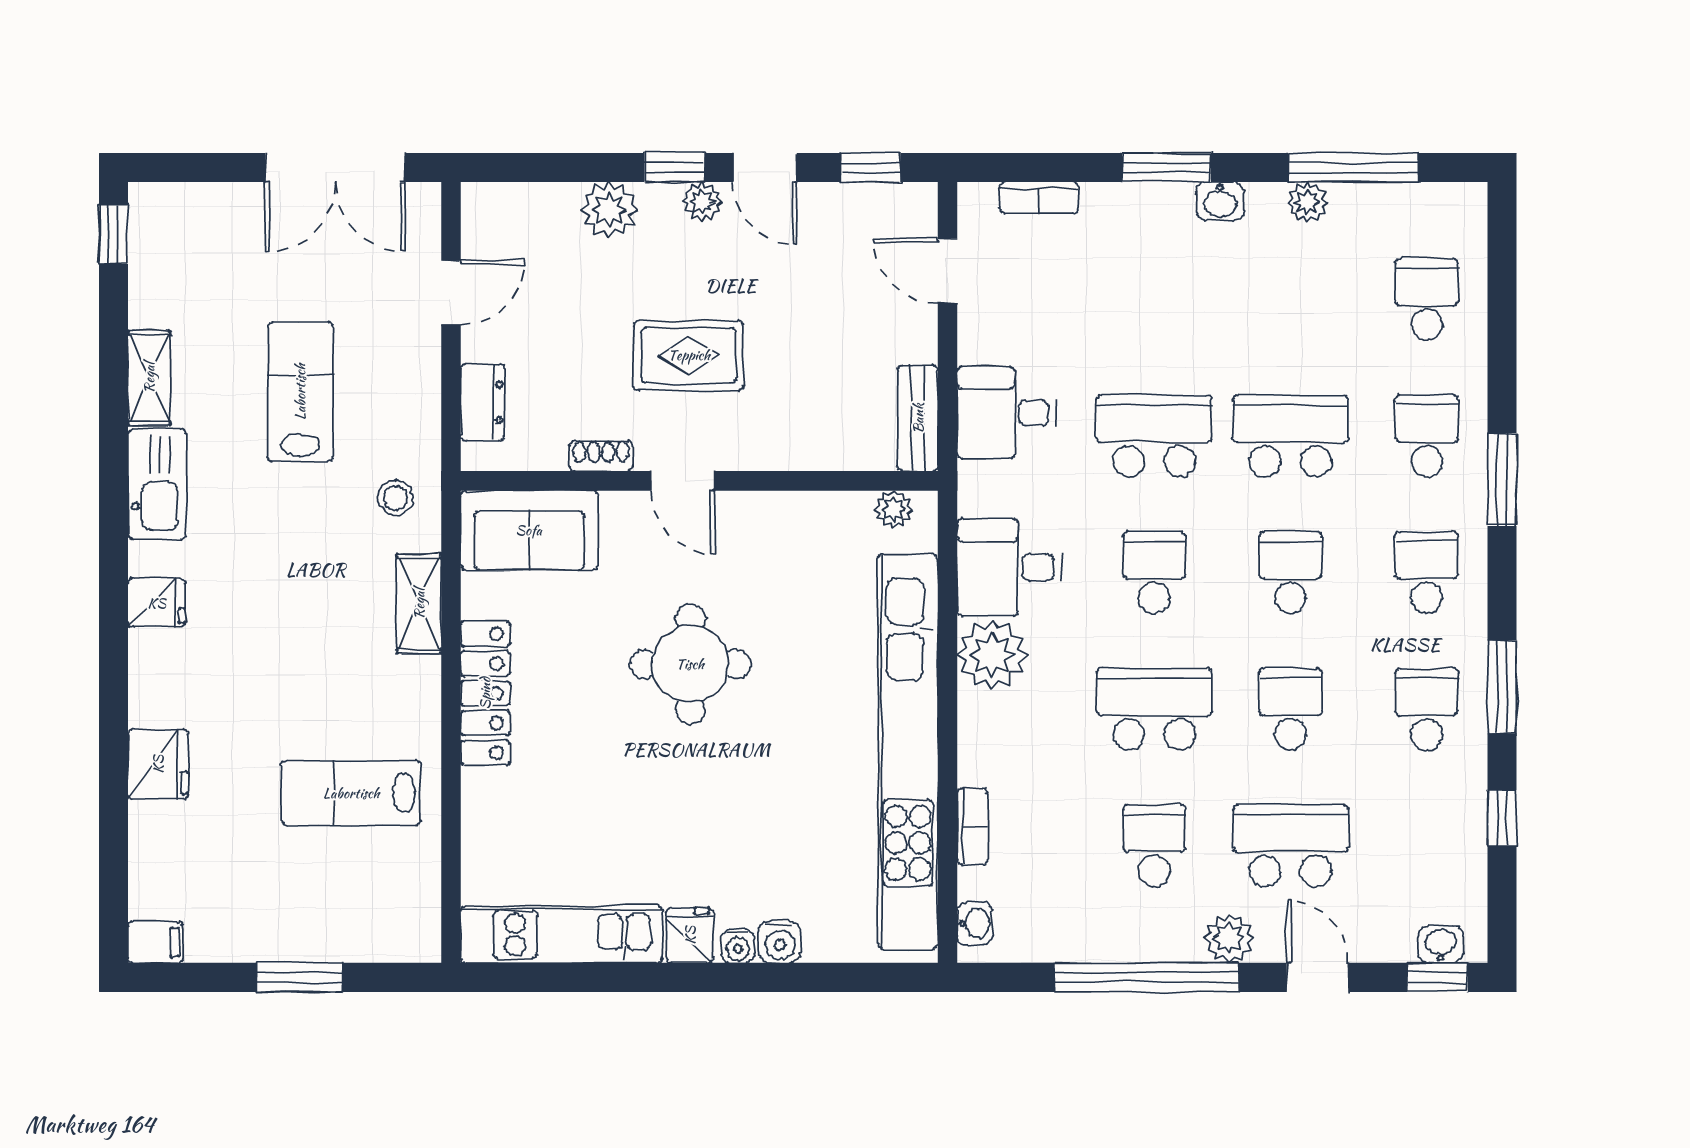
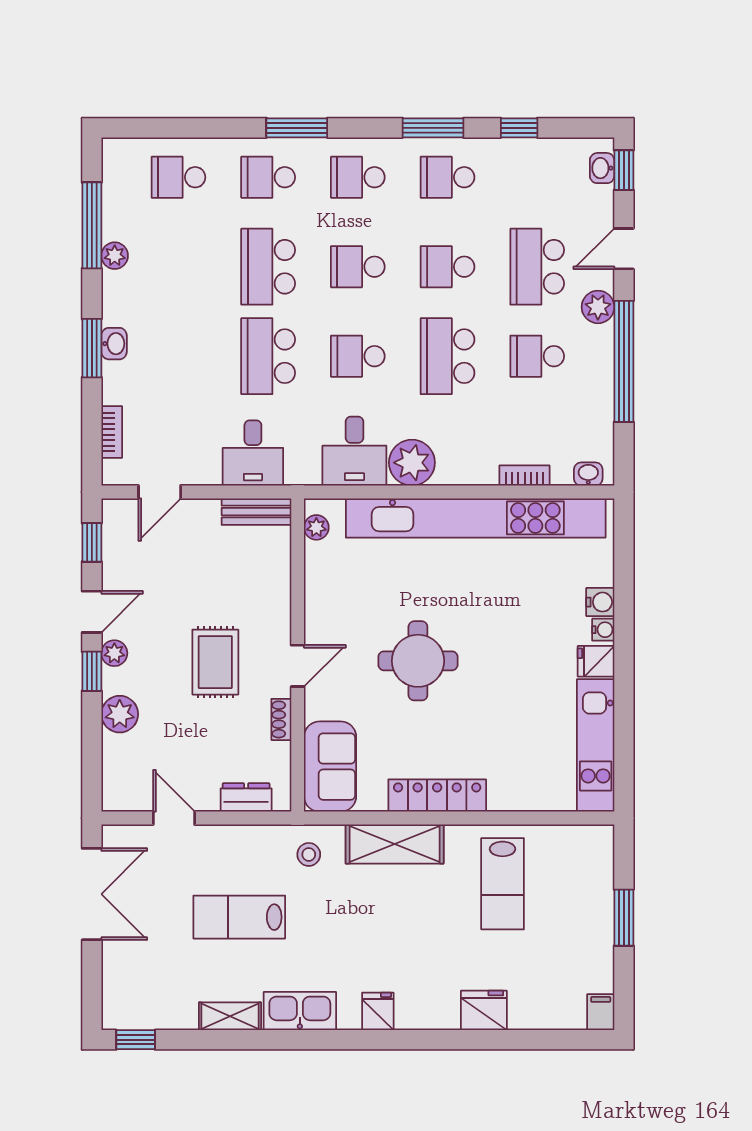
washbasin: (1220, 201) -> (114, 344), moved
shelving: (419, 604) -> (395, 844), width x1.50, depth x1.33

